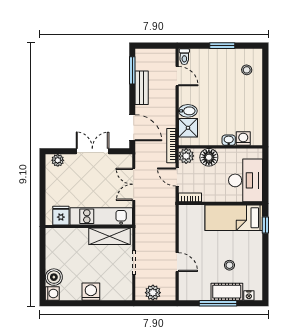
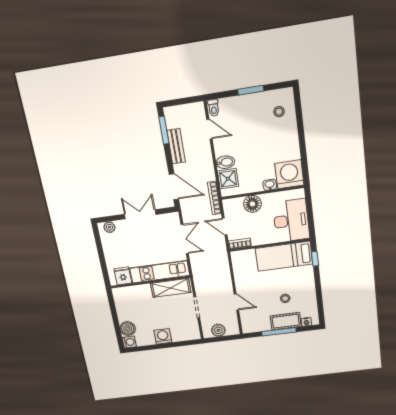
washing machine: (243, 139) -> (289, 174), width x1.89, depth x1.89
plant: (186, 156) -> (230, 206), removed
double door: (134, 184) -> (185, 239), swing flipped

